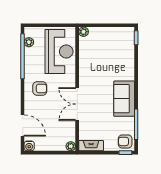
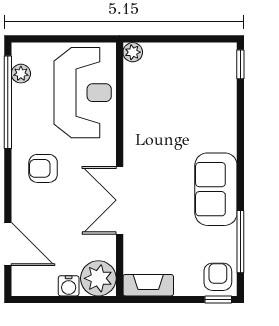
armchair: (40, 89) -> (43, 168), turned 180
armchair: (125, 141) -> (218, 277), turned 90
water cooler: (29, 146) -> (69, 286), moved
plant: (71, 146) -> (98, 278), width x1.88, depth x1.88

